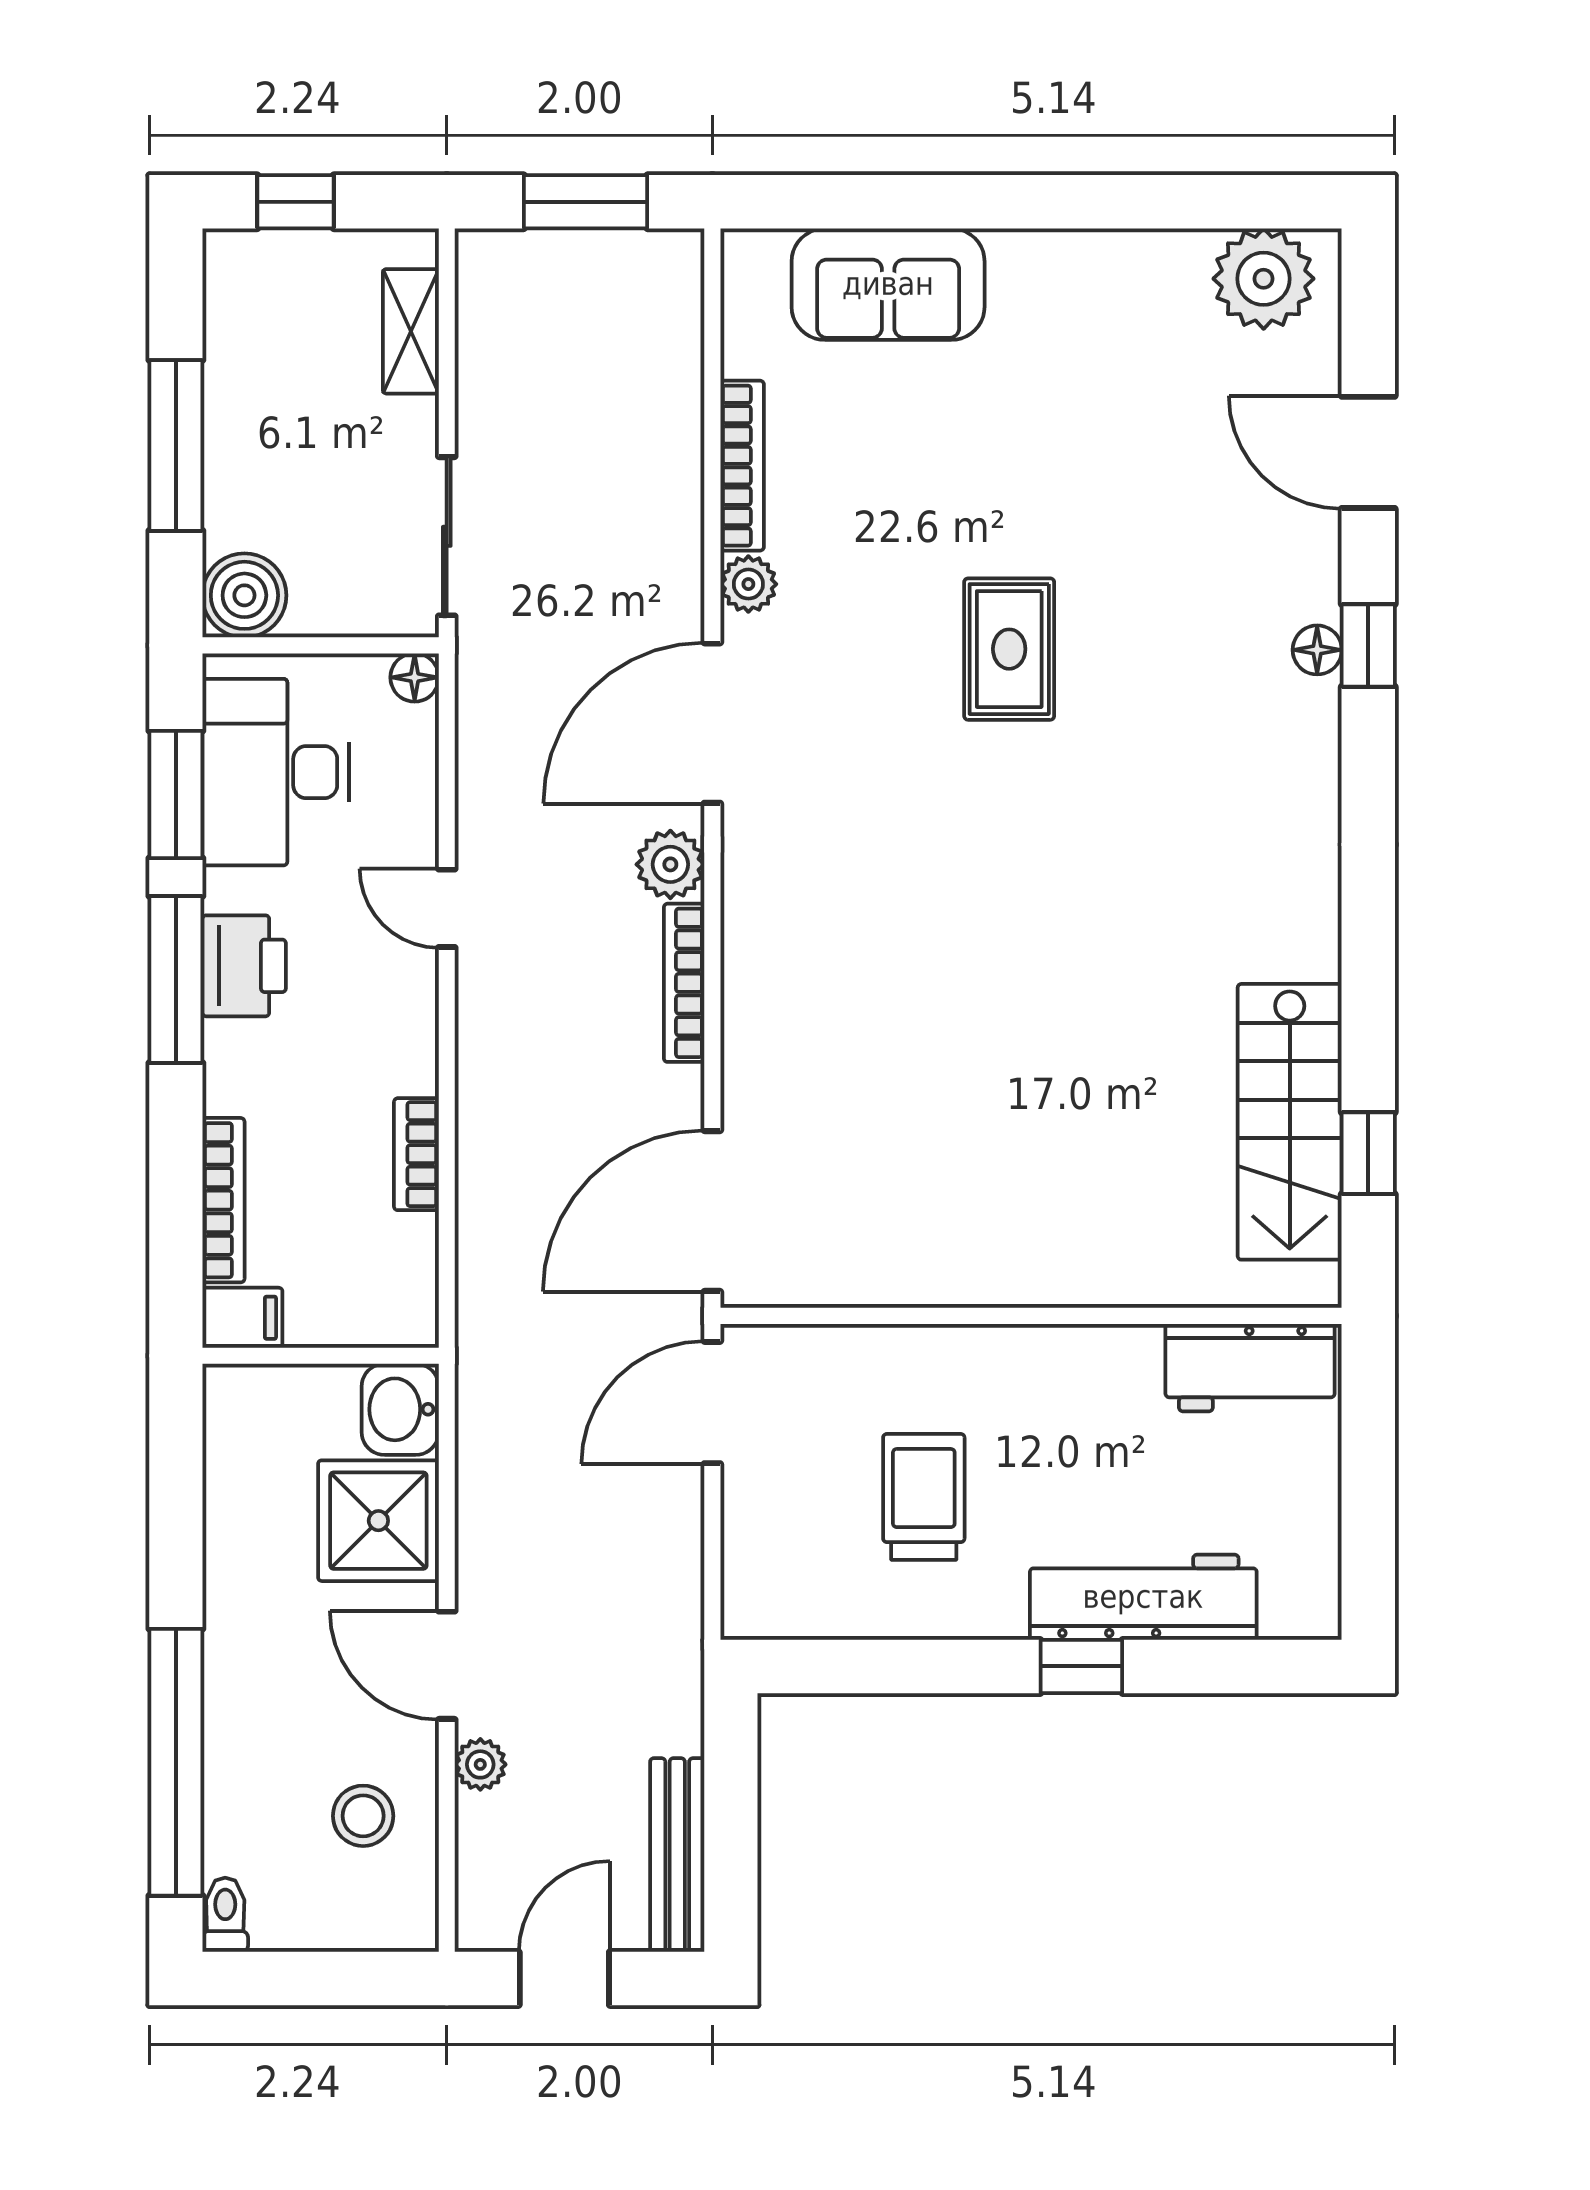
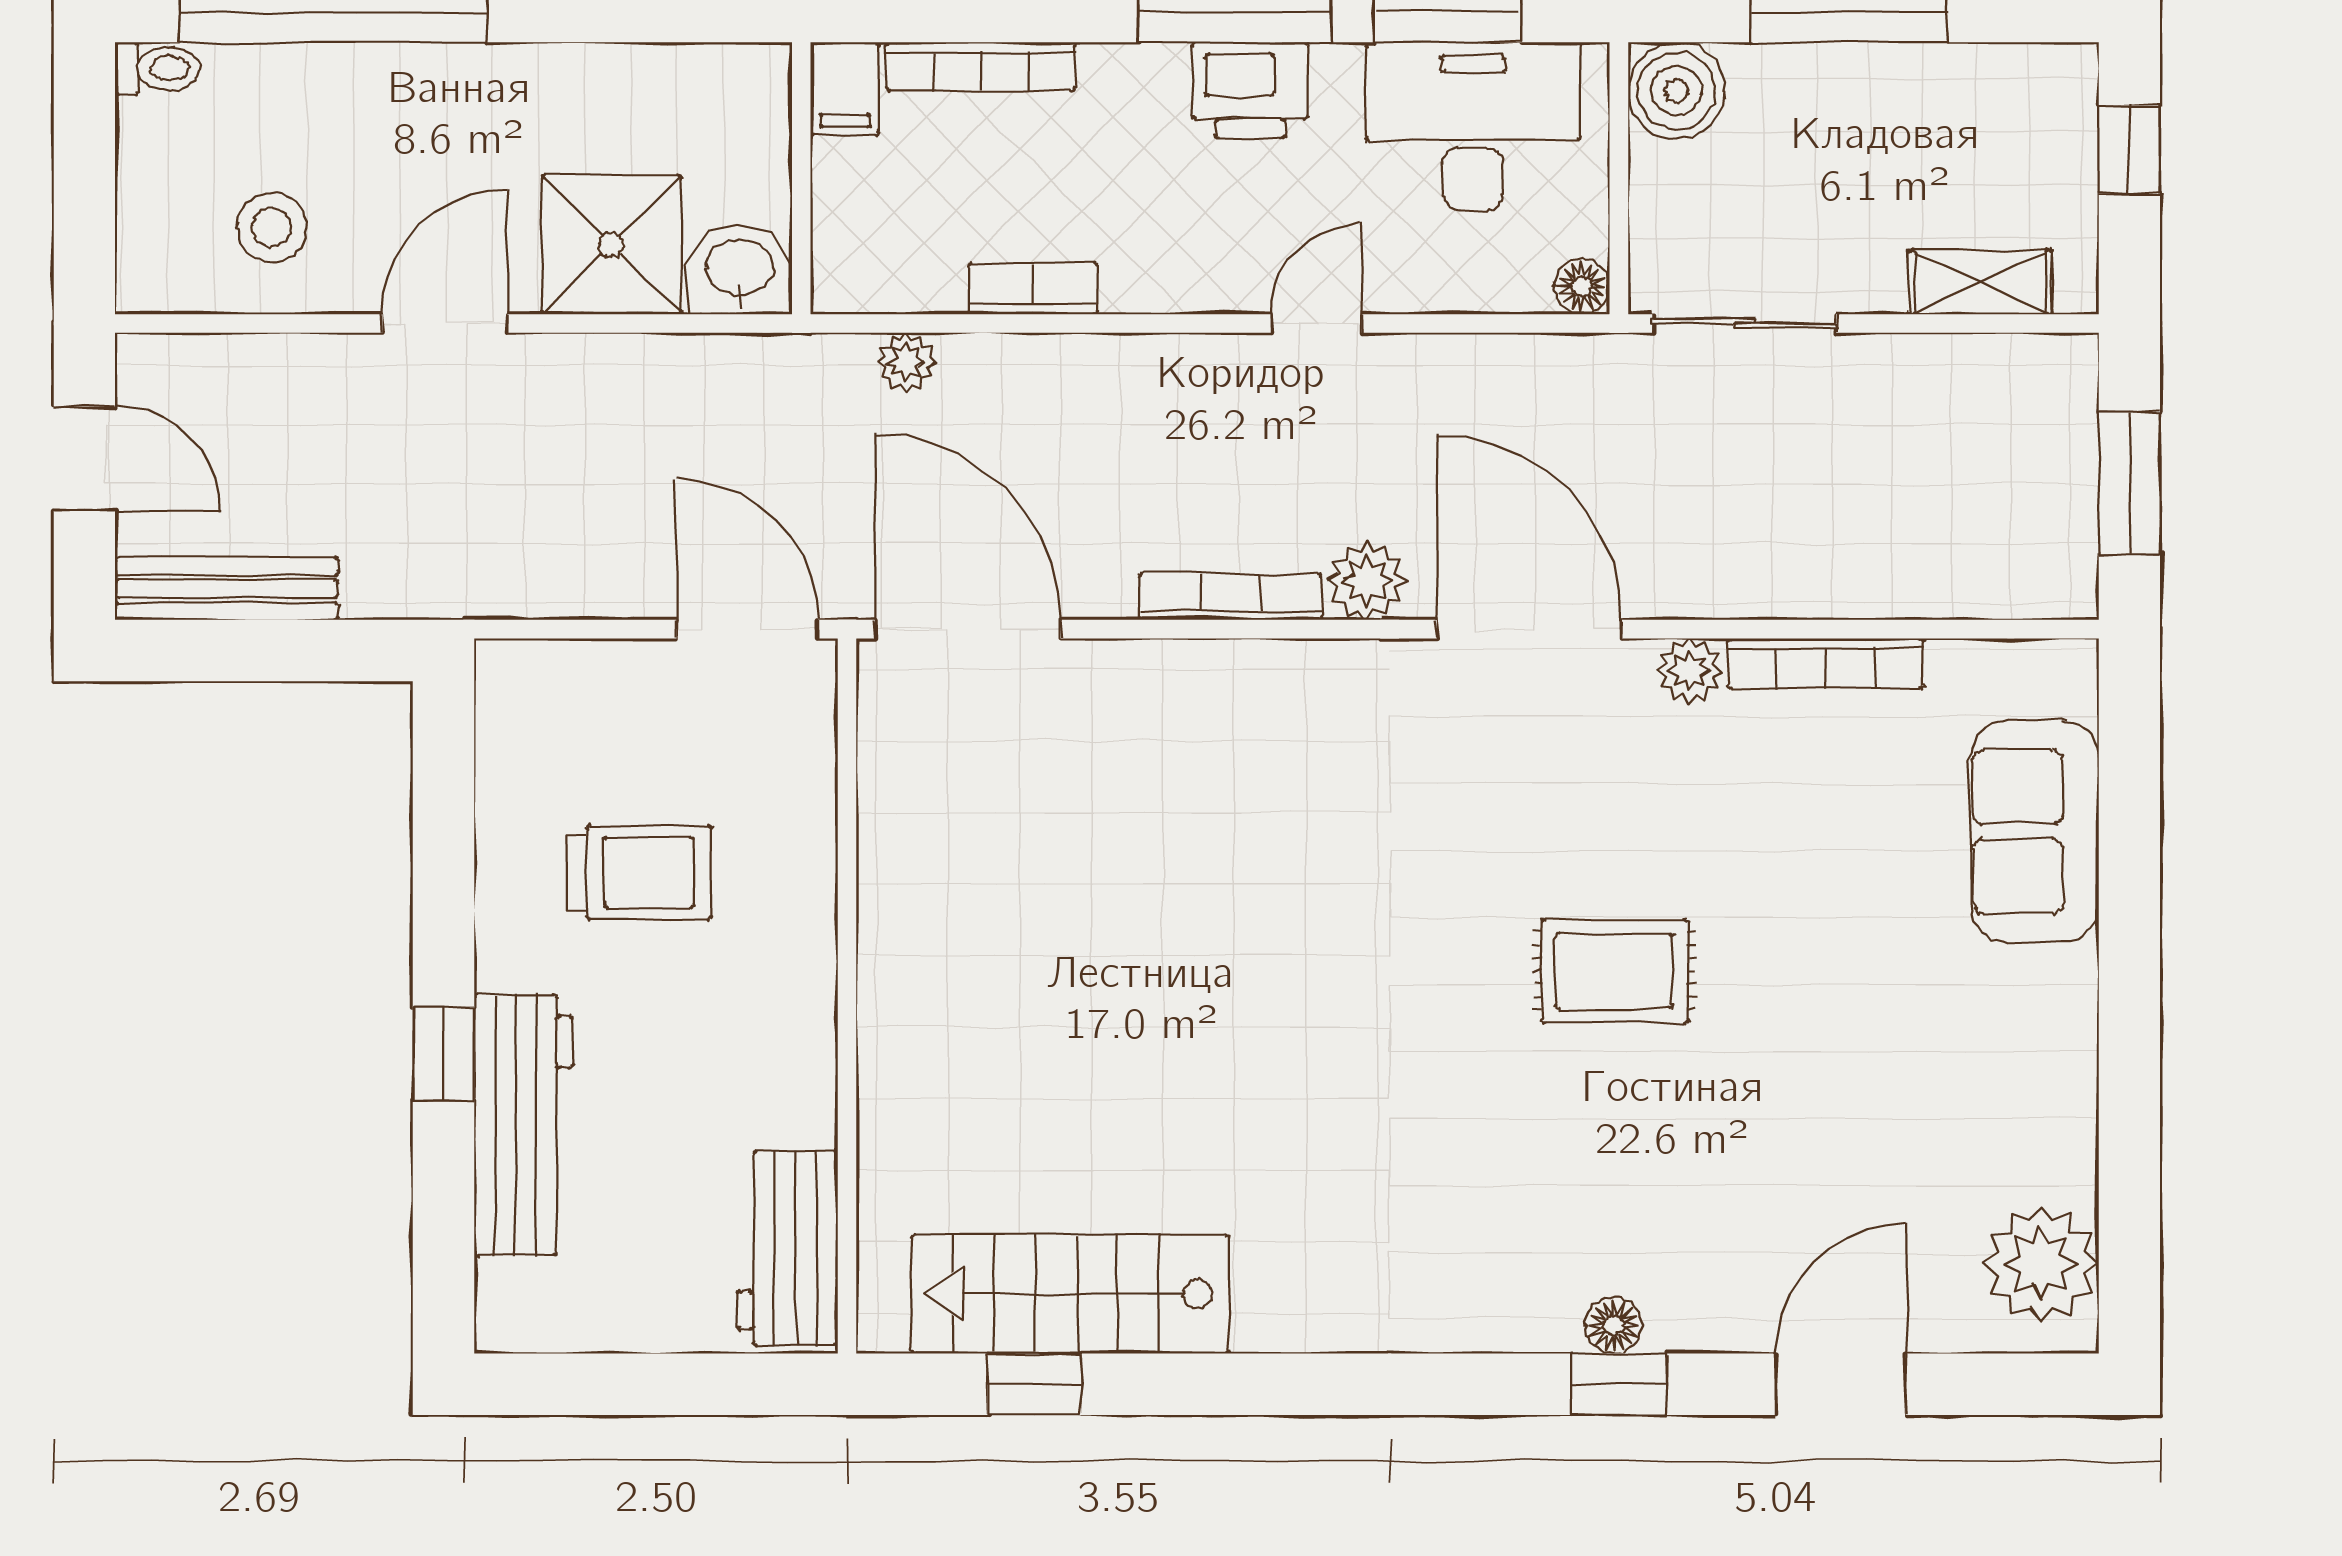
plant: (480, 1764) -> (906, 362), moved

